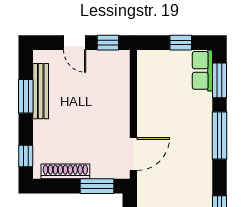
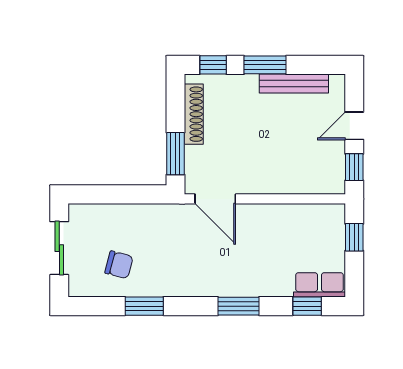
window: (181, 43) -> (354, 237), moved
window: (219, 80) -> (307, 306), width x0.67
window: (26, 96) -> (265, 65), moved
window: (219, 135) -> (239, 306), width x0.69

